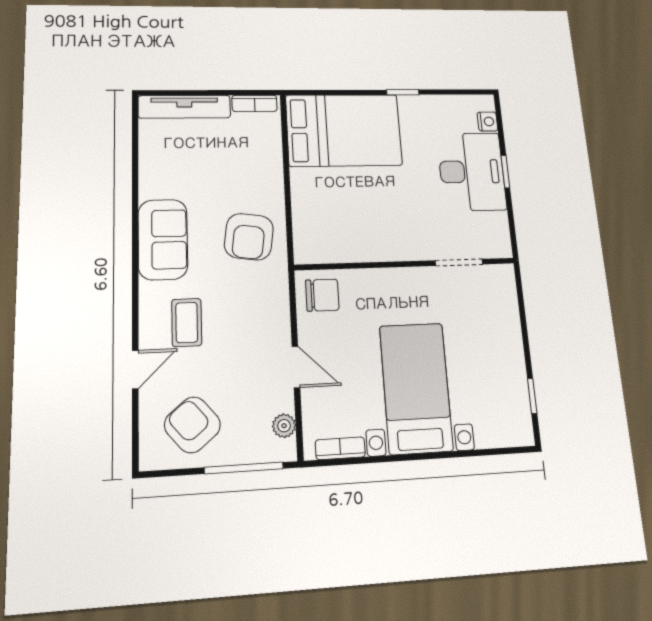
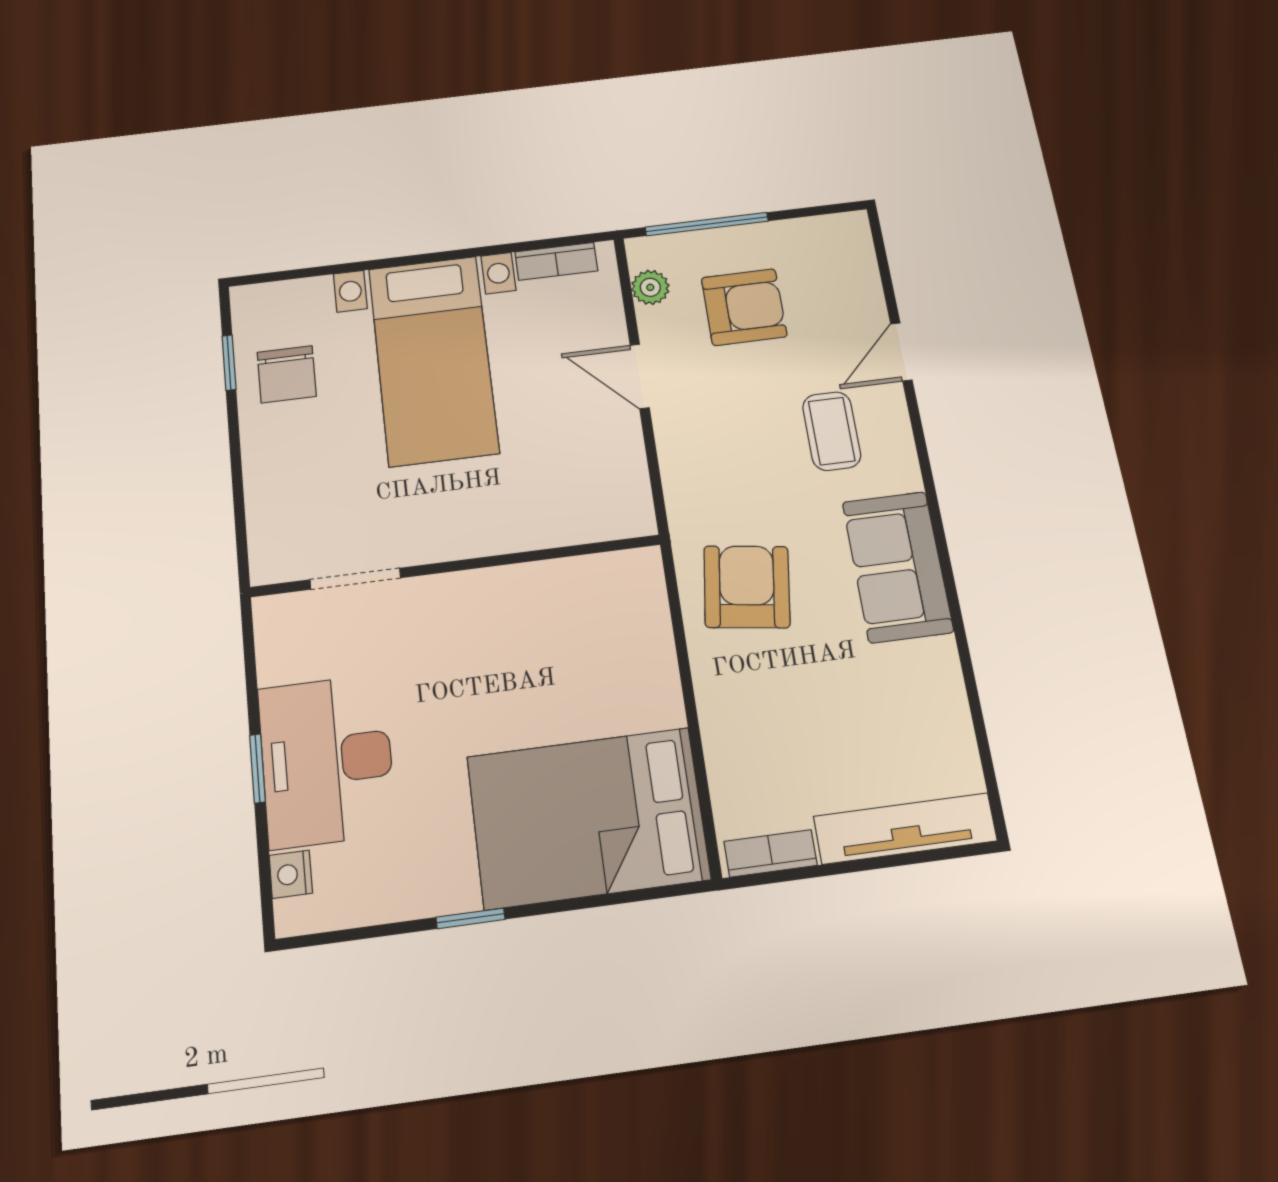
chair: (322, 295) -> (287, 374), moved, turned -90
armchair: (192, 425) -> (744, 307), moved, turned -50

